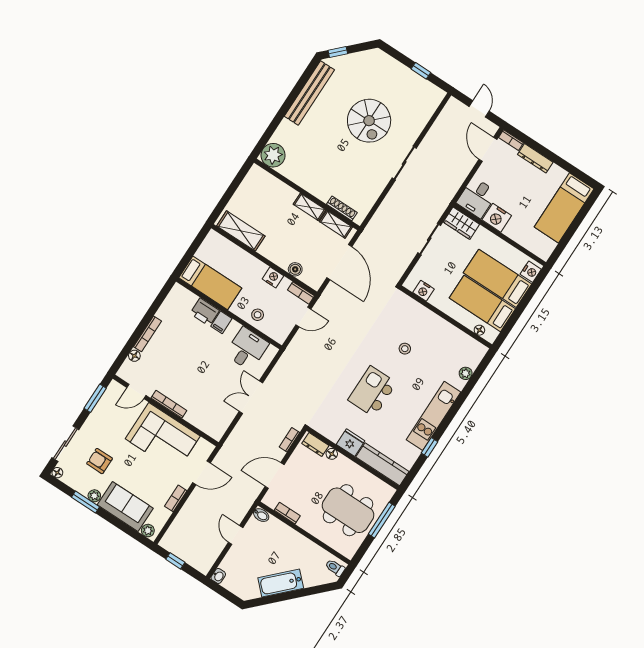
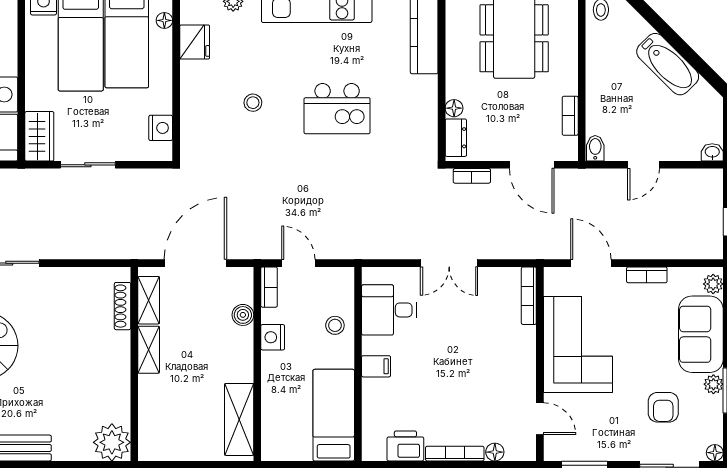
printer: (205, 312) -> (405, 446), moved, turned -90
bookcase: (169, 404) -> (529, 296), moved
fridge: (351, 443) -> (195, 42), moved, turned 180

